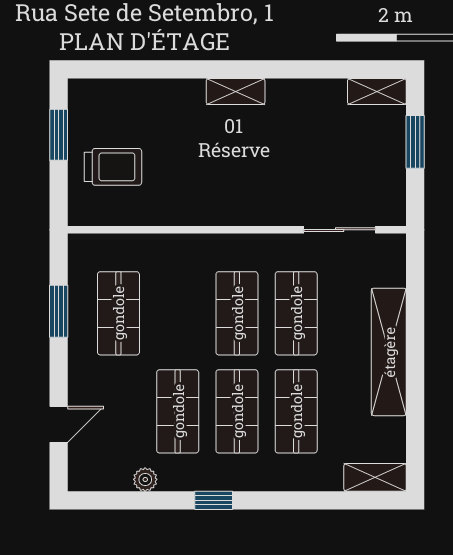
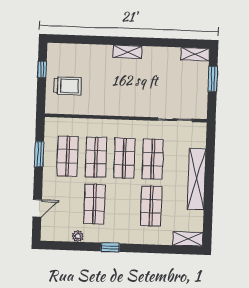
window: (59, 135) -> (42, 70), width x0.67
shop shelf: (237, 411) -> (96, 157), moved

